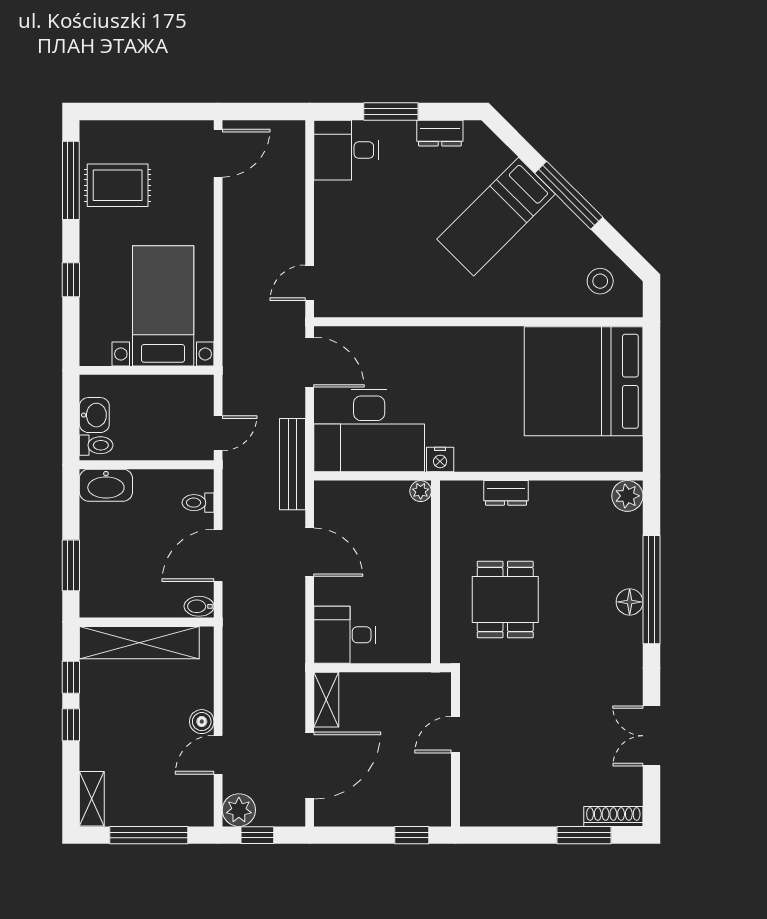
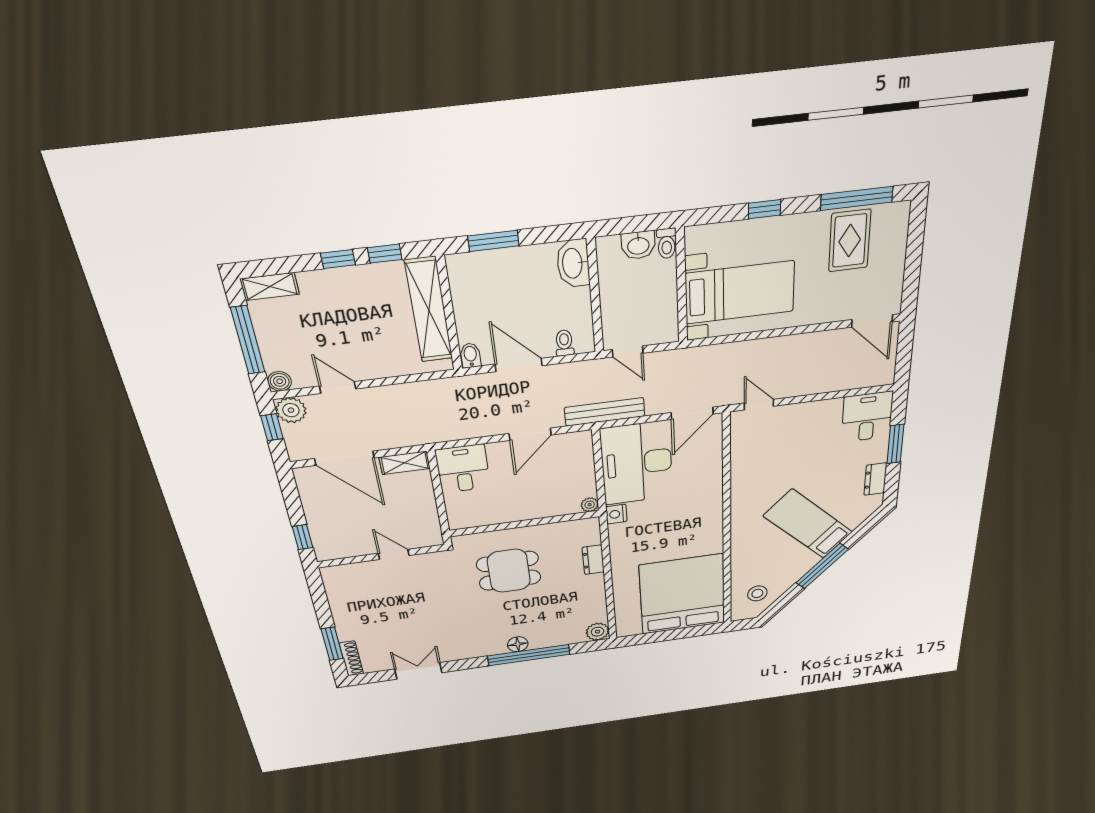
toilet: (96, 445) -> (667, 243), moved
boiler: (202, 722) -> (280, 381), moved

